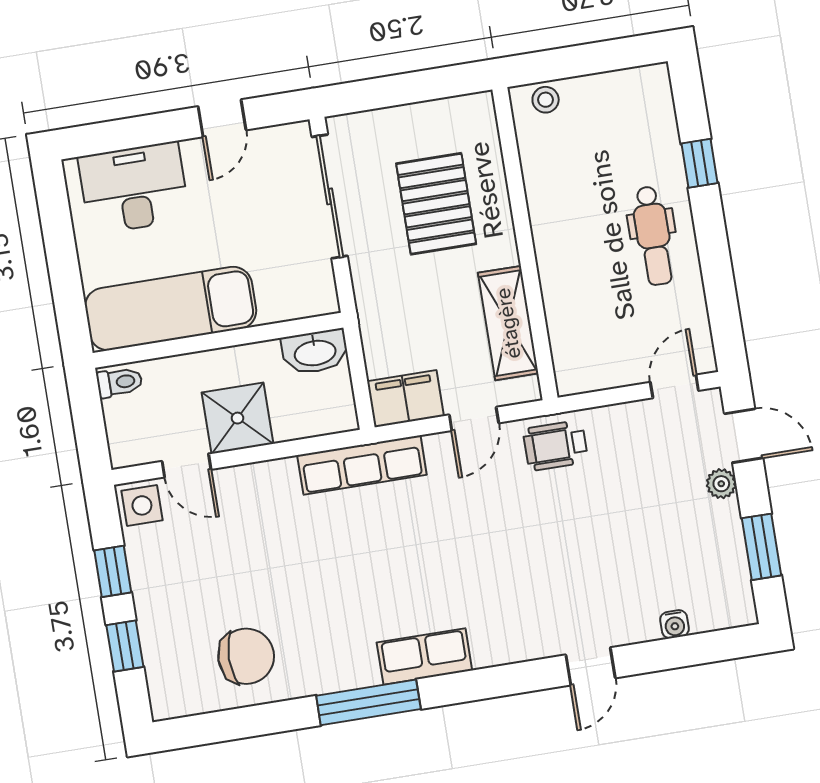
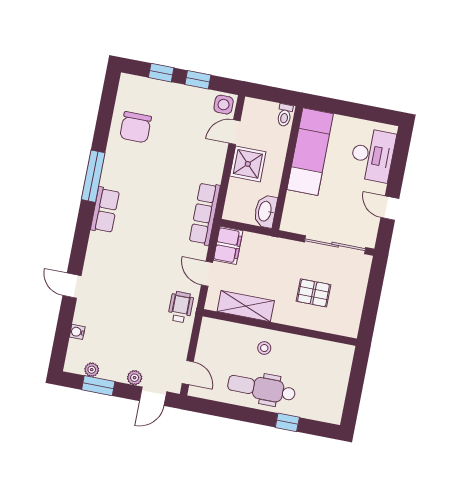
stool: (546, 100) -> (264, 348), moved
pallet: (436, 204) -> (314, 293), width x0.67, depth x0.71
dental chair: (653, 236) -> (262, 388), width x1.36, depth x1.38
plant: (736, 570) -> (92, 370), added

